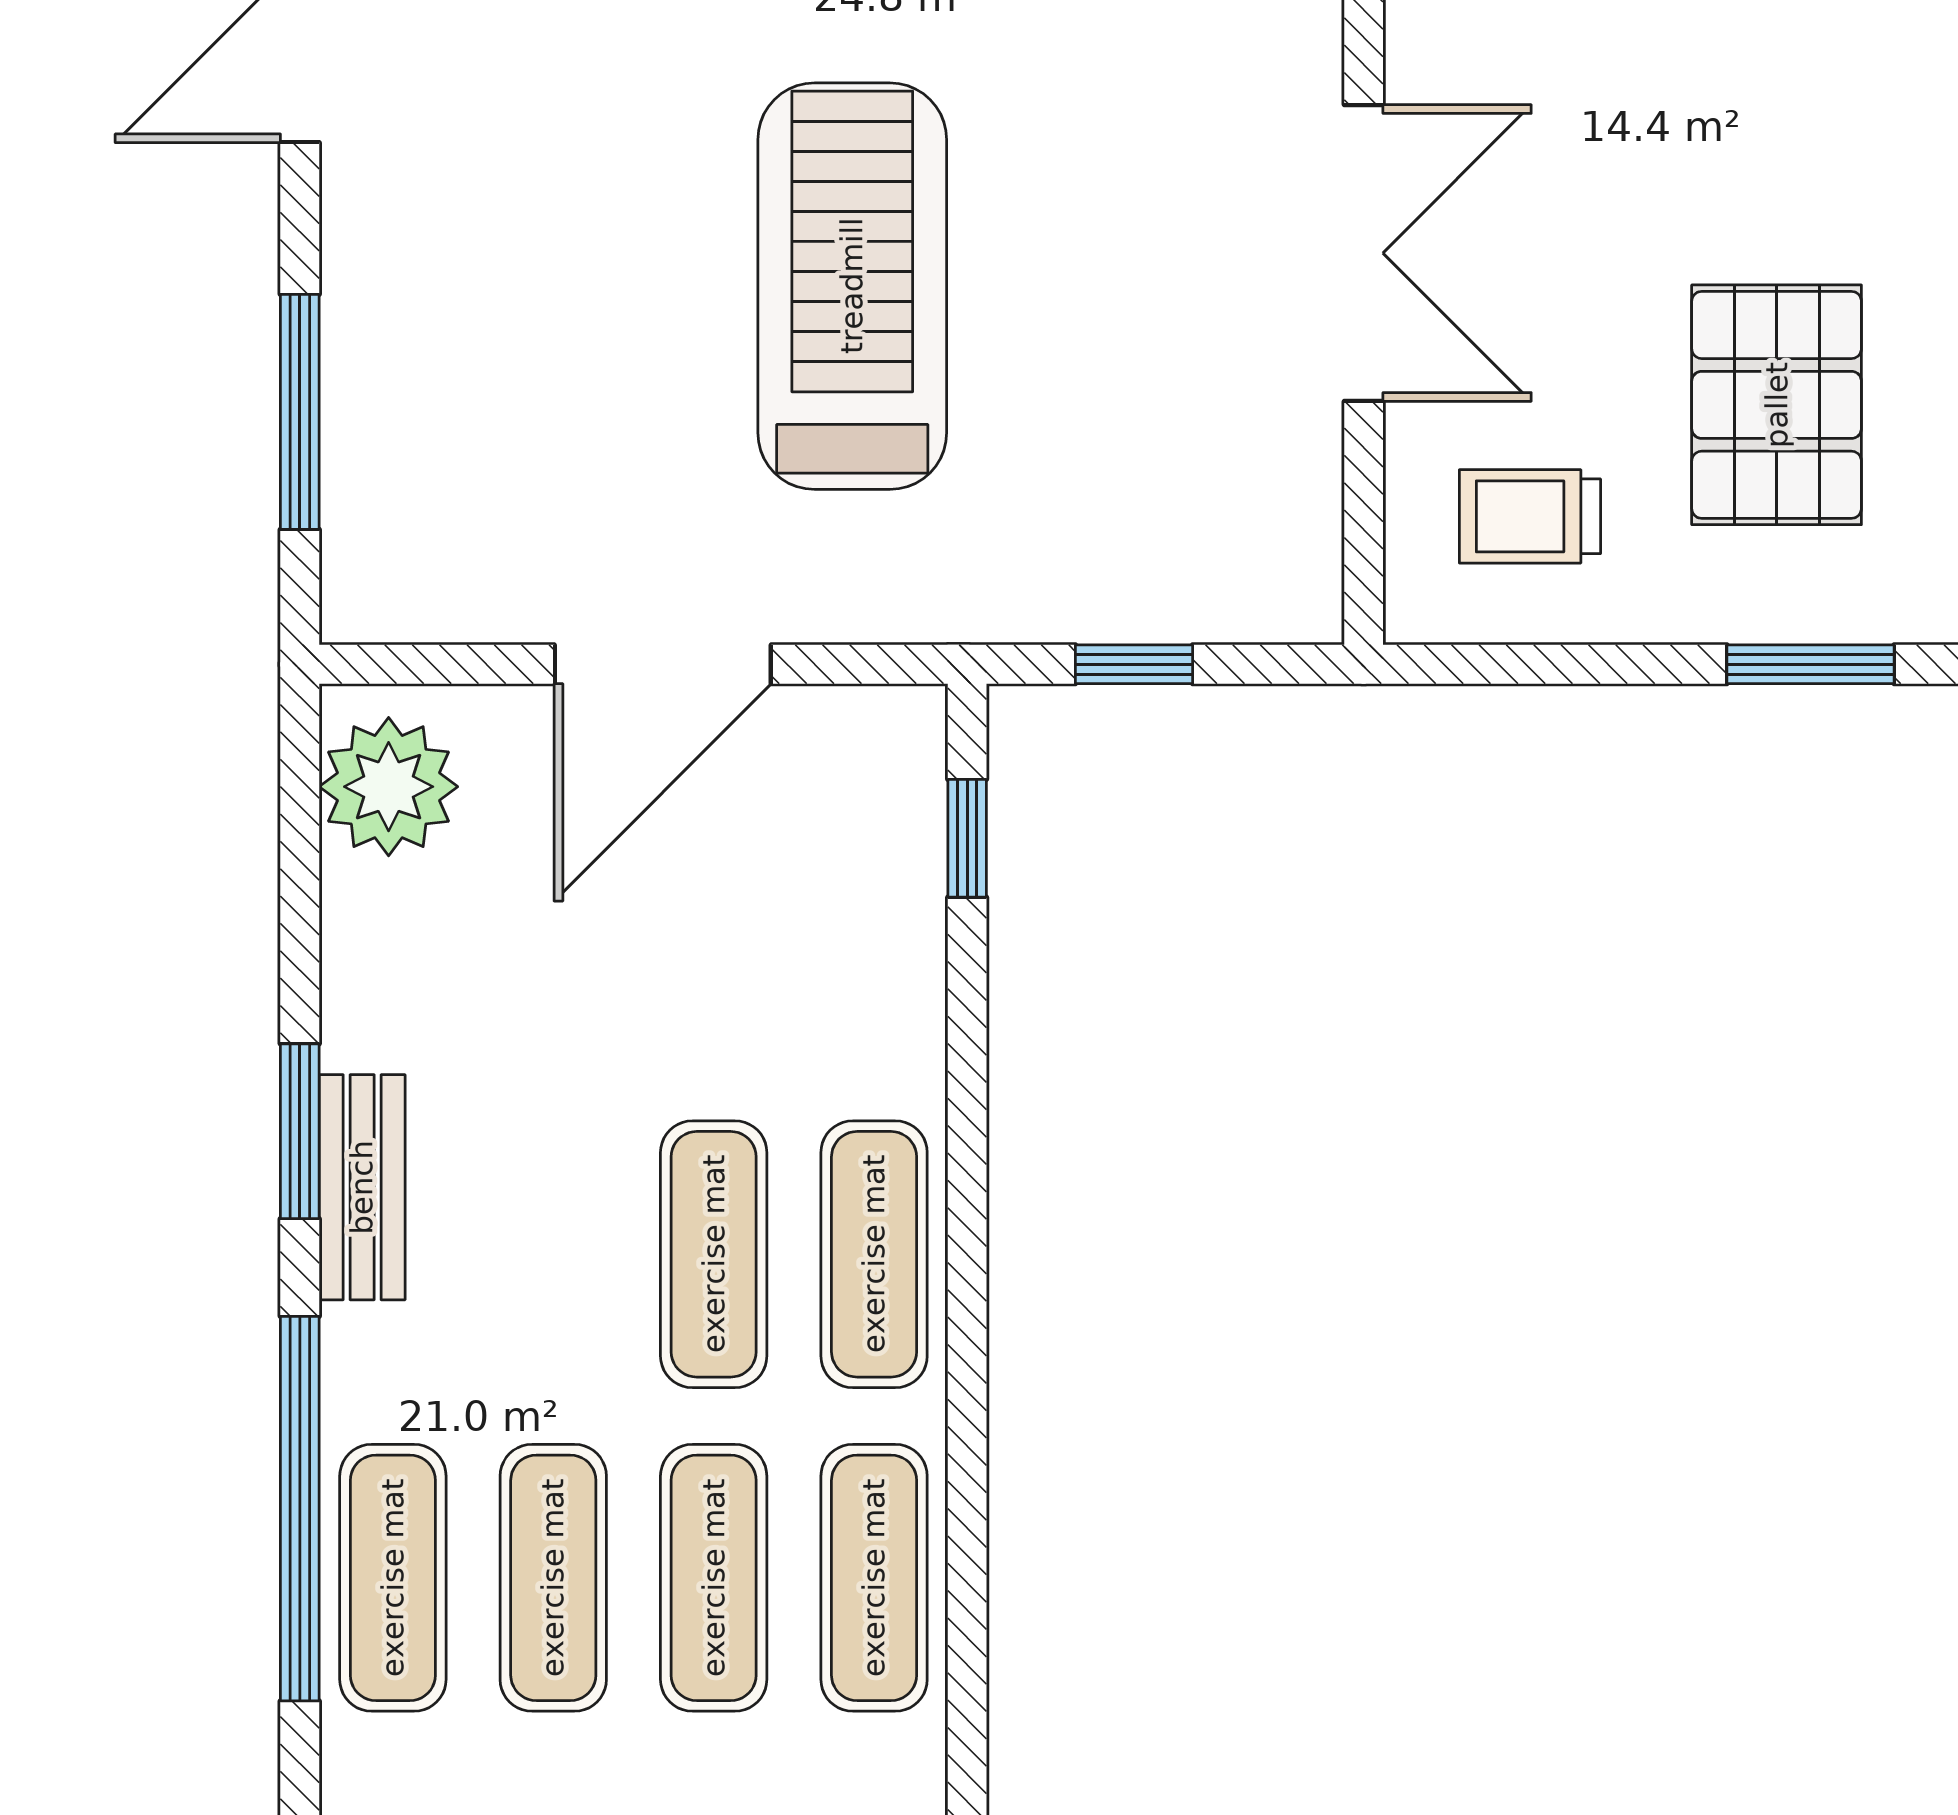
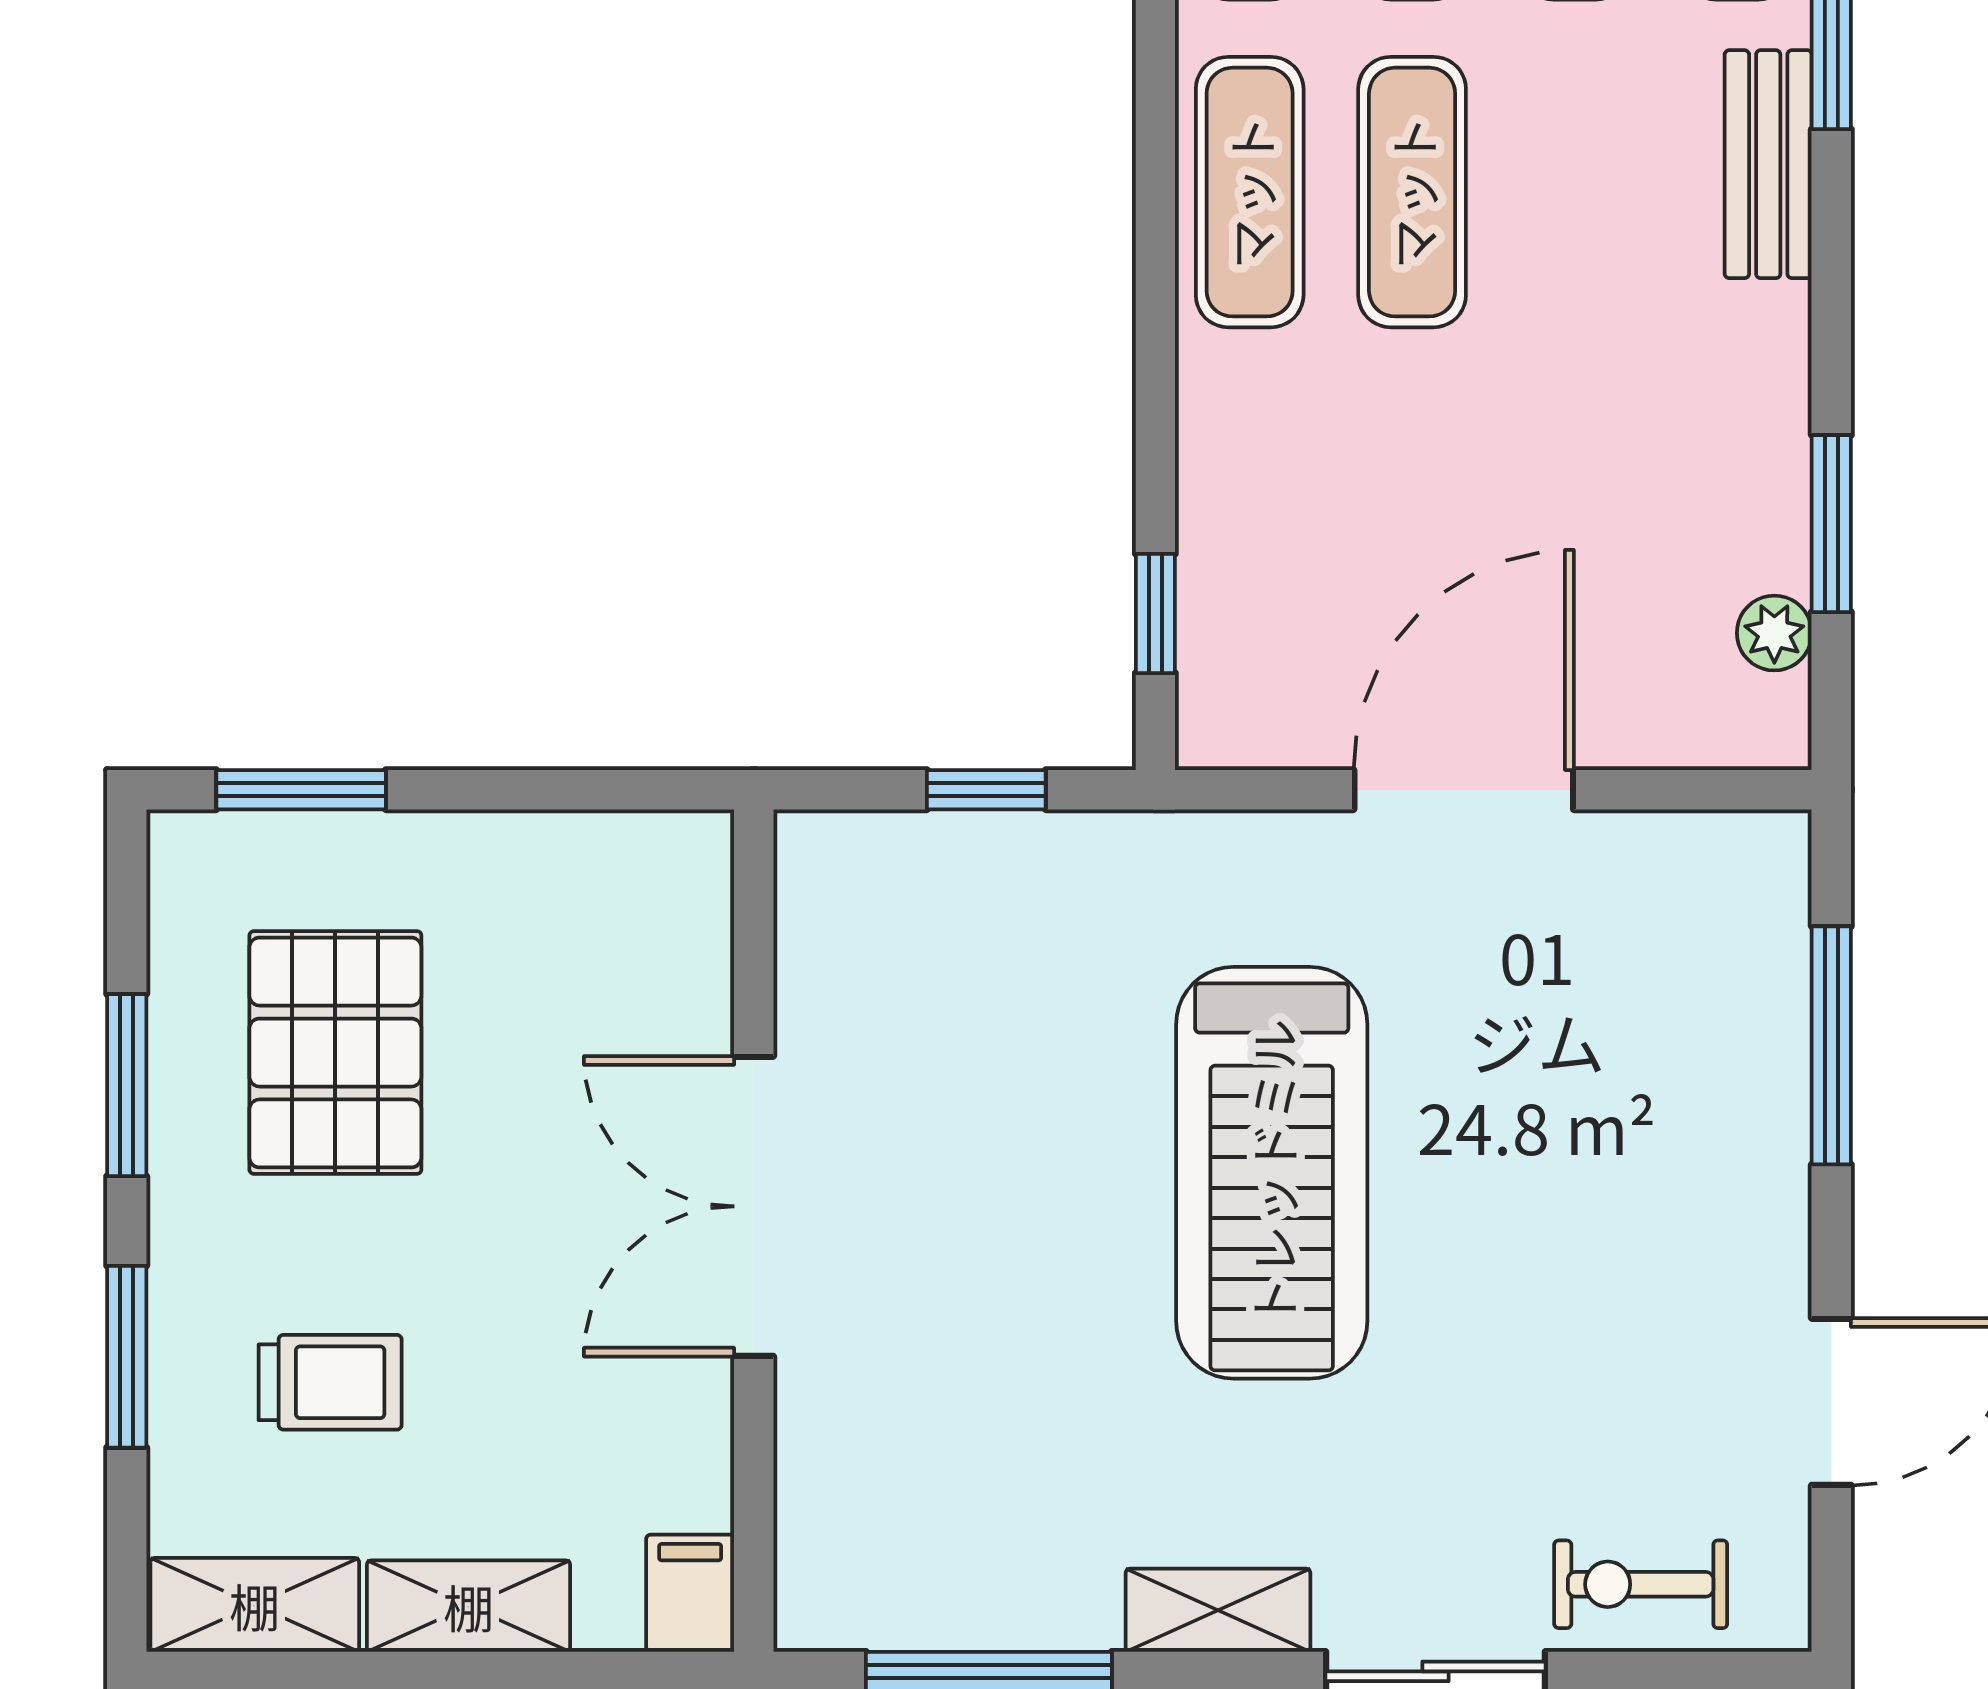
trolley: (1530, 516) -> (330, 1382), moved
plant: (389, 787) -> (1774, 633), width x0.53, depth x0.53
window: (300, 1131) -> (1831, 524), moved
bench: (362, 1187) -> (1768, 164), moved

